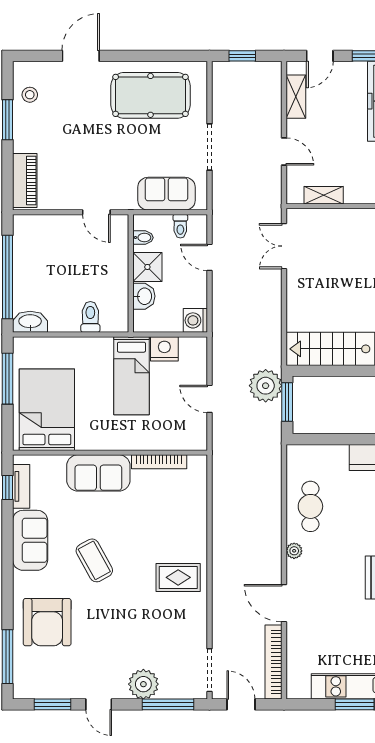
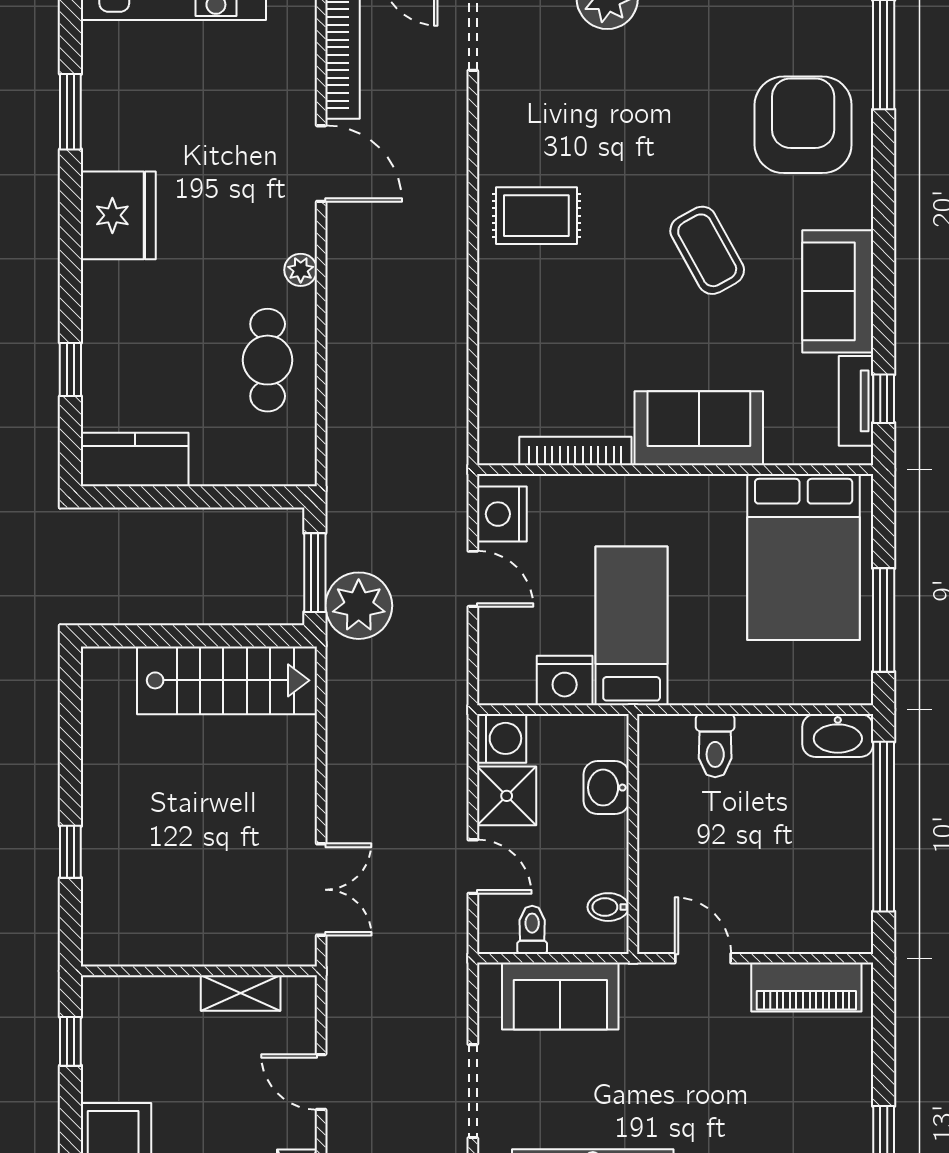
piano: (25, 180) -> (806, 987), moved, turned -90
shower: (147, 267) -> (507, 796), moved
nightstand: (195, 431) -> (502, 514), added

